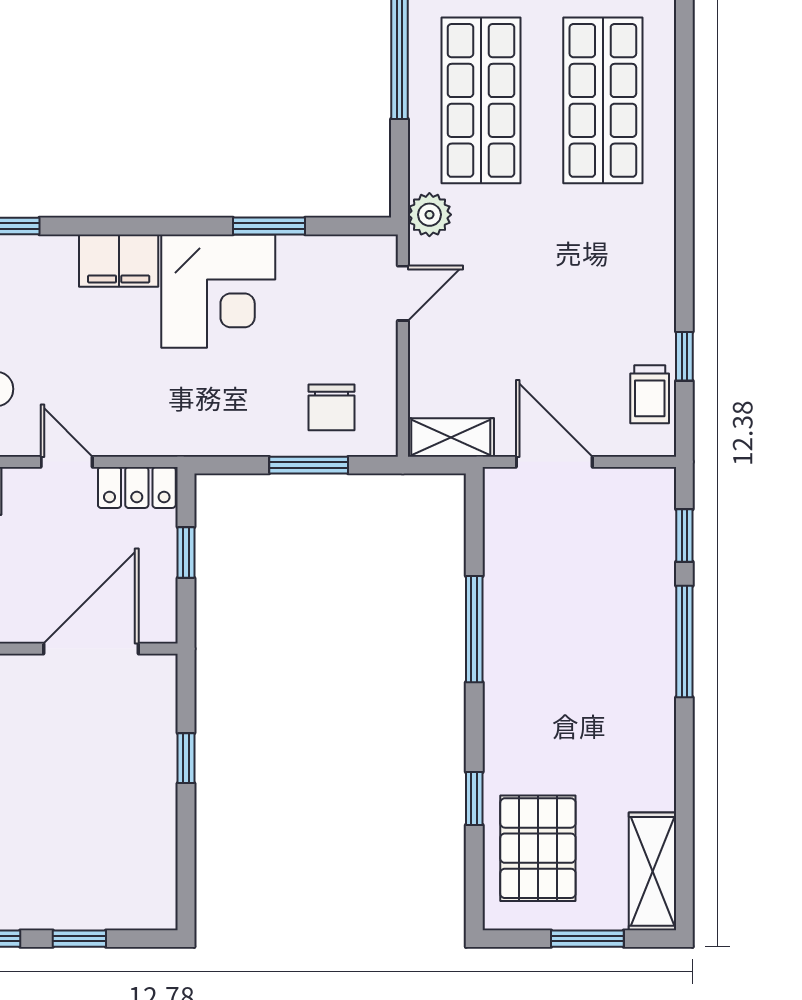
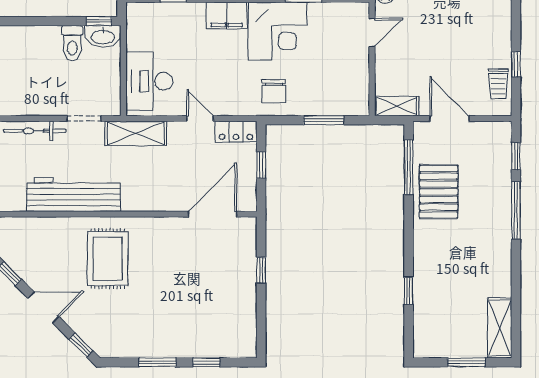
chair: (332, 407) -> (274, 91), moved
window: (474, 629) -> (409, 167), moved
pallet: (538, 848) -> (439, 192), moved

